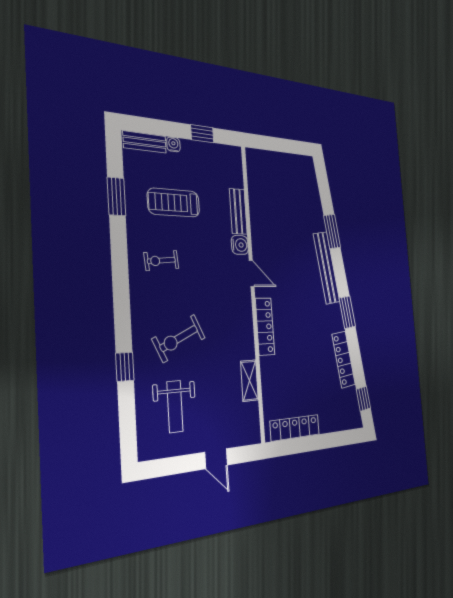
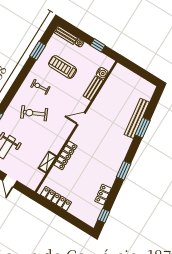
water cooler: (240, 245) -> (102, 73), moved
bench: (327, 268) -> (137, 118), moved
door: (252, 274) -> (81, 119), swing flipped
locker: (265, 326) -> (66, 155), moved
exercise bike: (179, 338) -> (34, 113), moved
locker: (344, 360) -> (103, 195), width x0.66

